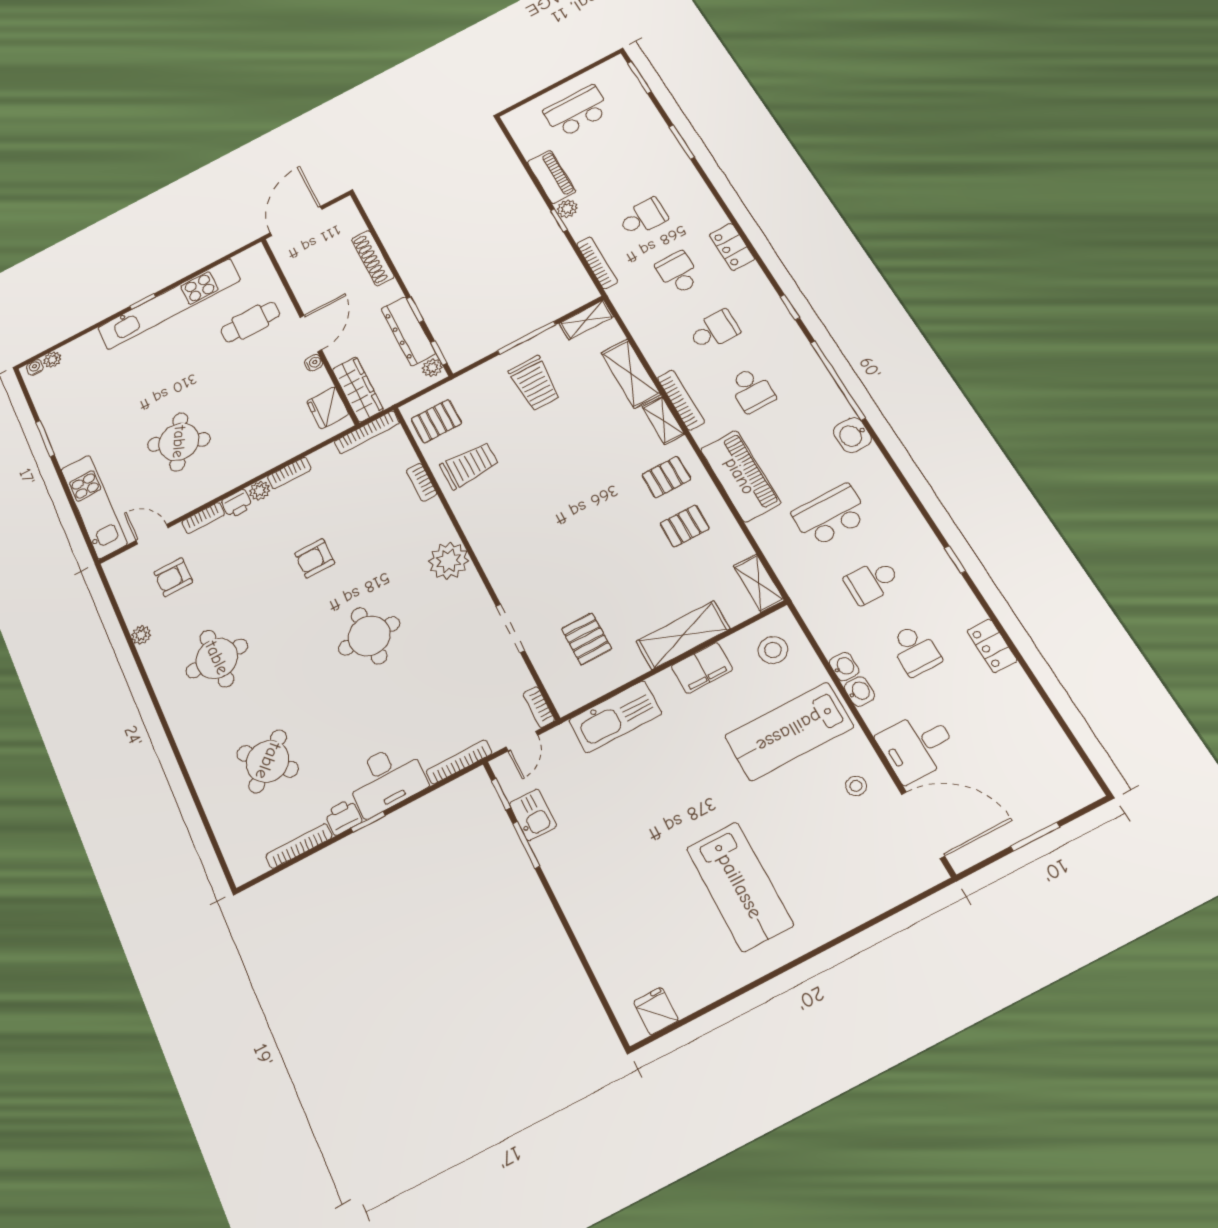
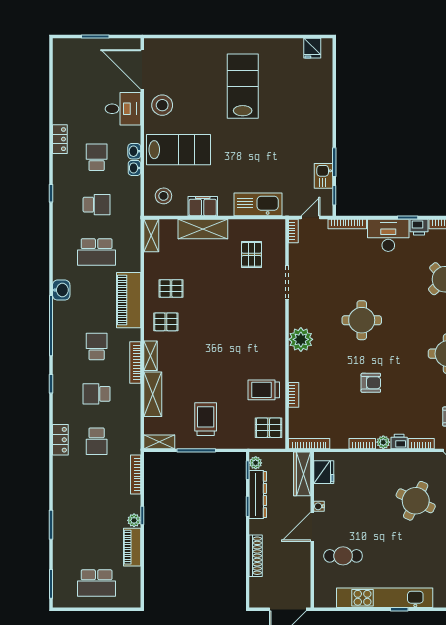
school desk: (643, 217) -> (97, 488), removed
stool: (856, 786) -> (162, 105), width x1.89, depth x1.89

